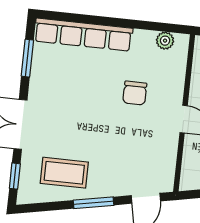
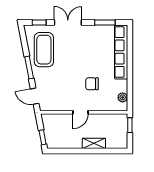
coffee table: (64, 173) -> (44, 50), width x1.36, depth x1.32

